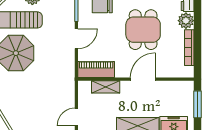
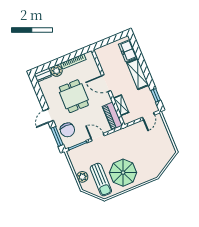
dining table: (143, 30) -> (74, 96), turned 90
window: (197, 104) -> (108, 41), removed
door: (76, 117) -> (148, 116), hinge flipped

